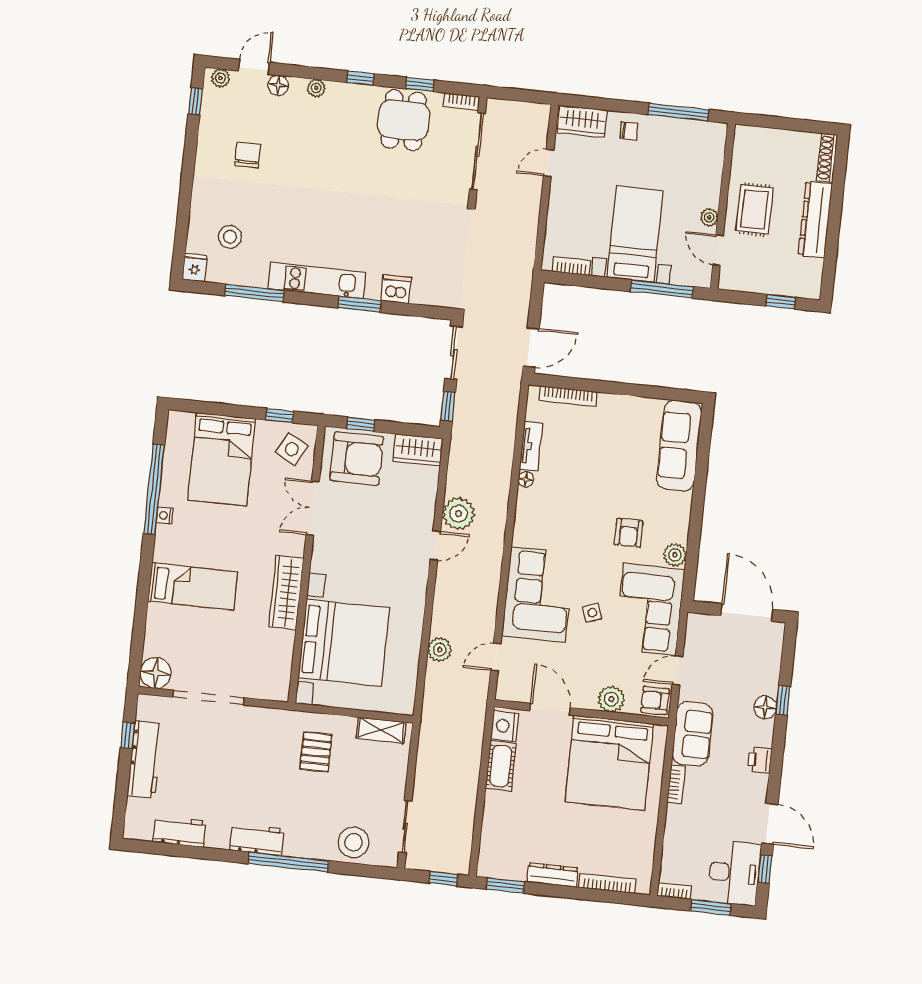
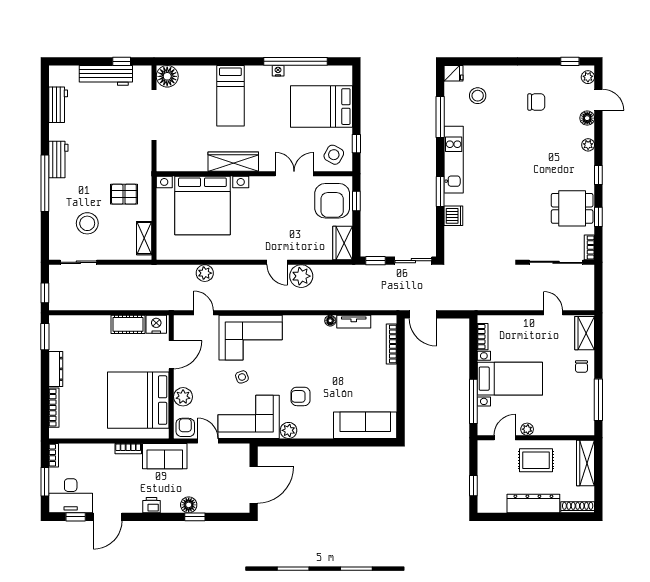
wardrobe: (766, 140) -> (586, 463), added
stool: (354, 842) -> (87, 223), moved

